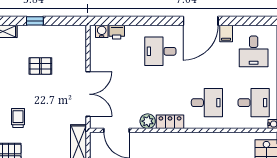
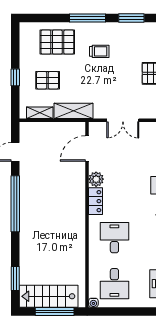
double door: (88, 94) -> (123, 120), width x0.73
desk: (207, 103) -> (114, 238), turned 180

